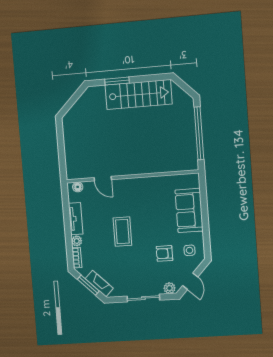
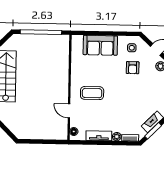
door: (103, 179) -> (69, 111), swing flipped
coffee table: (122, 232) -> (92, 93), moved

